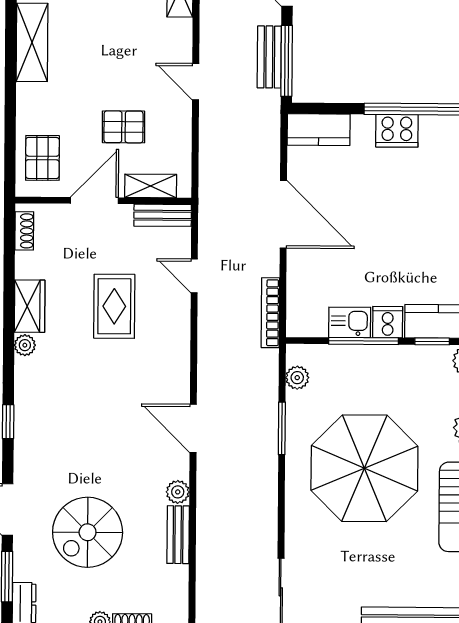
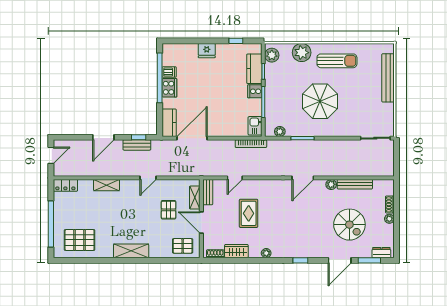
window: (287, 61) -> (139, 137), width x0.46
dishwasher: (432, 130) -> (169, 72), added
door: (283, 214) -> (192, 138), moved
wardrobe: (30, 306) -> (236, 251), moved
rug: (114, 306) -> (249, 213), turned 90
kitchen sink: (350, 322) -> (255, 126), moved
parasol: (364, 468) -> (320, 101), width x0.73, depth x0.73
bench: (178, 535) -> (355, 184), width x1.36

